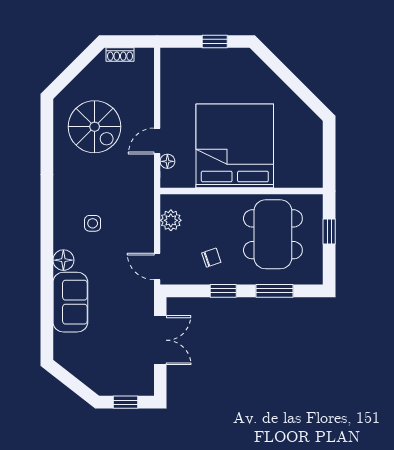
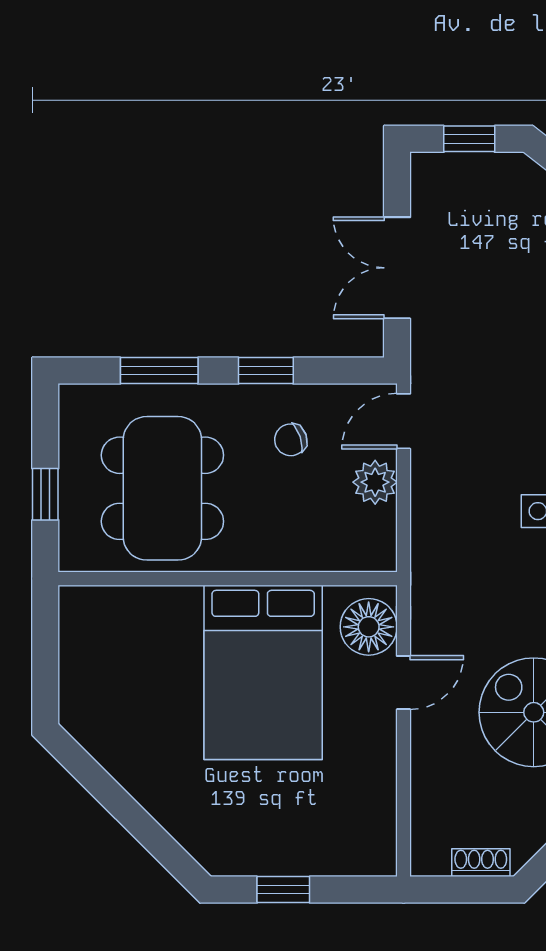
bed: (235, 146) -> (263, 672), width x0.73
floor lamp: (167, 161) -> (369, 627), width x1.89, depth x1.89
plant: (171, 220) -> (375, 482), moved
door: (157, 267) -> (404, 421), swing flipped

